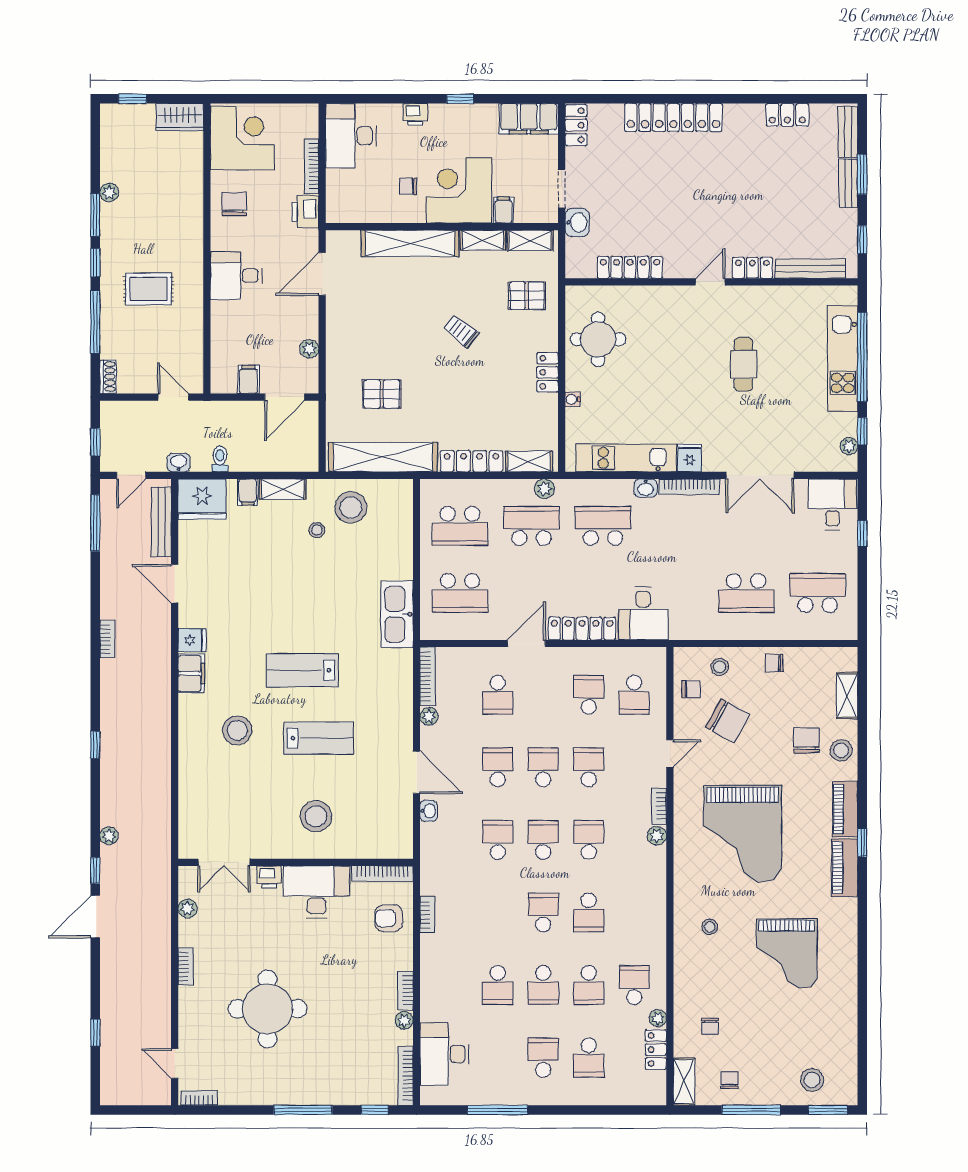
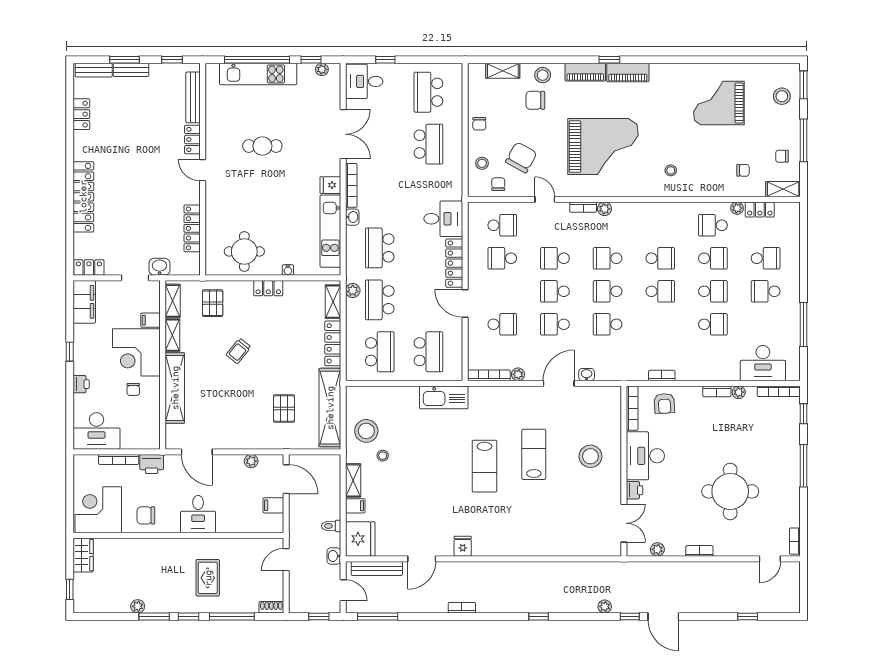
filing cabinet: (191, 673) -> (487, 547), removed
stool: (237, 730) -> (528, 513), removed
school desk: (543, 912) -> (660, 291), turned 180
grand piano: (787, 953) -> (719, 103), moved, turned 180

